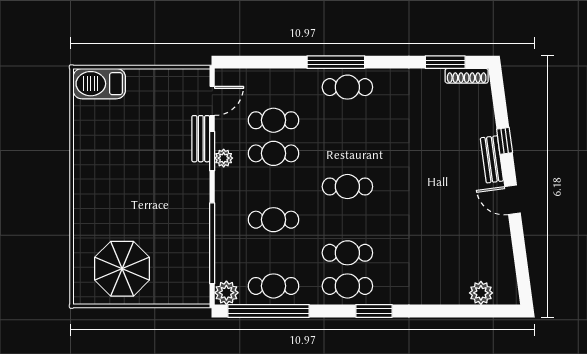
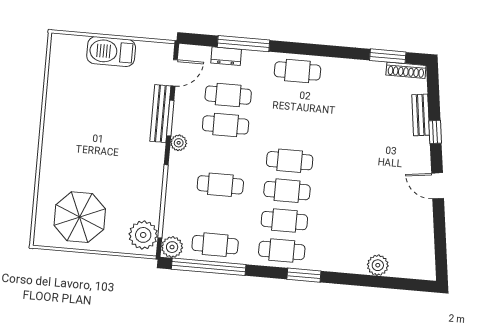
window: (336, 62) -> (244, 44), moved
dresser: (268, 78) -> (226, 56), added
barbecue: (99, 84) -> (111, 52), moved
bench: (201, 139) -> (160, 114), width x1.36
plant: (224, 158) -> (179, 143), moved
bench: (492, 159) -> (421, 115), moved
cafe table: (347, 220) -> (287, 191), added
plant: (194, 282) -> (143, 235), added
plant: (481, 293) -> (378, 265), moved

